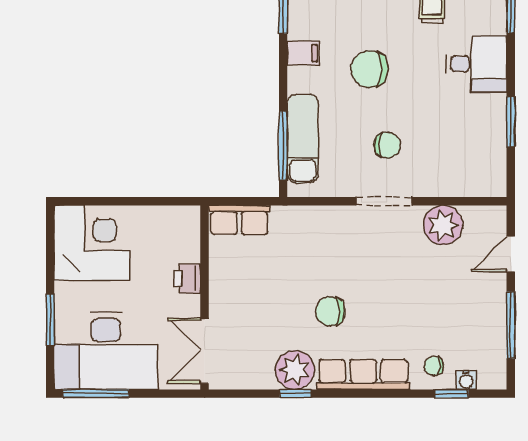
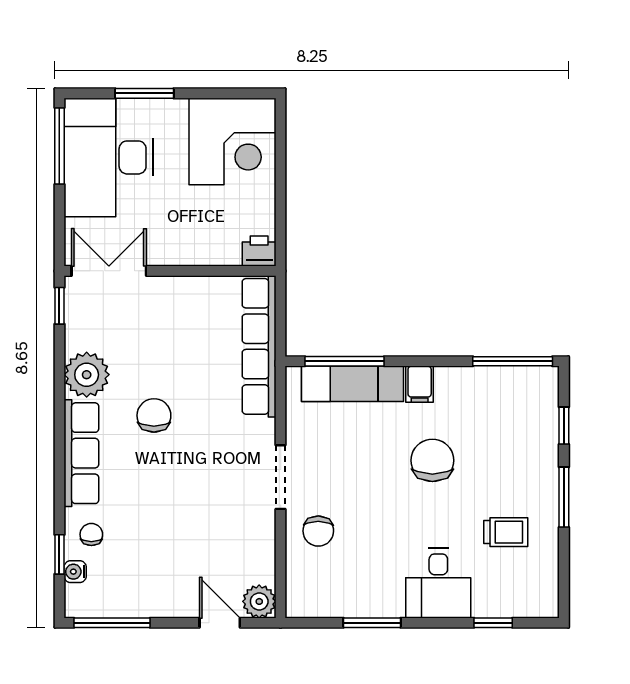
filing cabinet: (303, 53) -> (420, 384), moved
chair: (387, 145) -> (318, 531), moved
row of seats: (239, 220) -> (259, 346), width x2.02
plant: (443, 225) -> (259, 601), moved, width x0.73, depth x0.73
printer: (187, 279) -> (259, 251), moved
window: (511, 325) -> (112, 623), moved
window: (296, 394) -> (59, 306), moved

